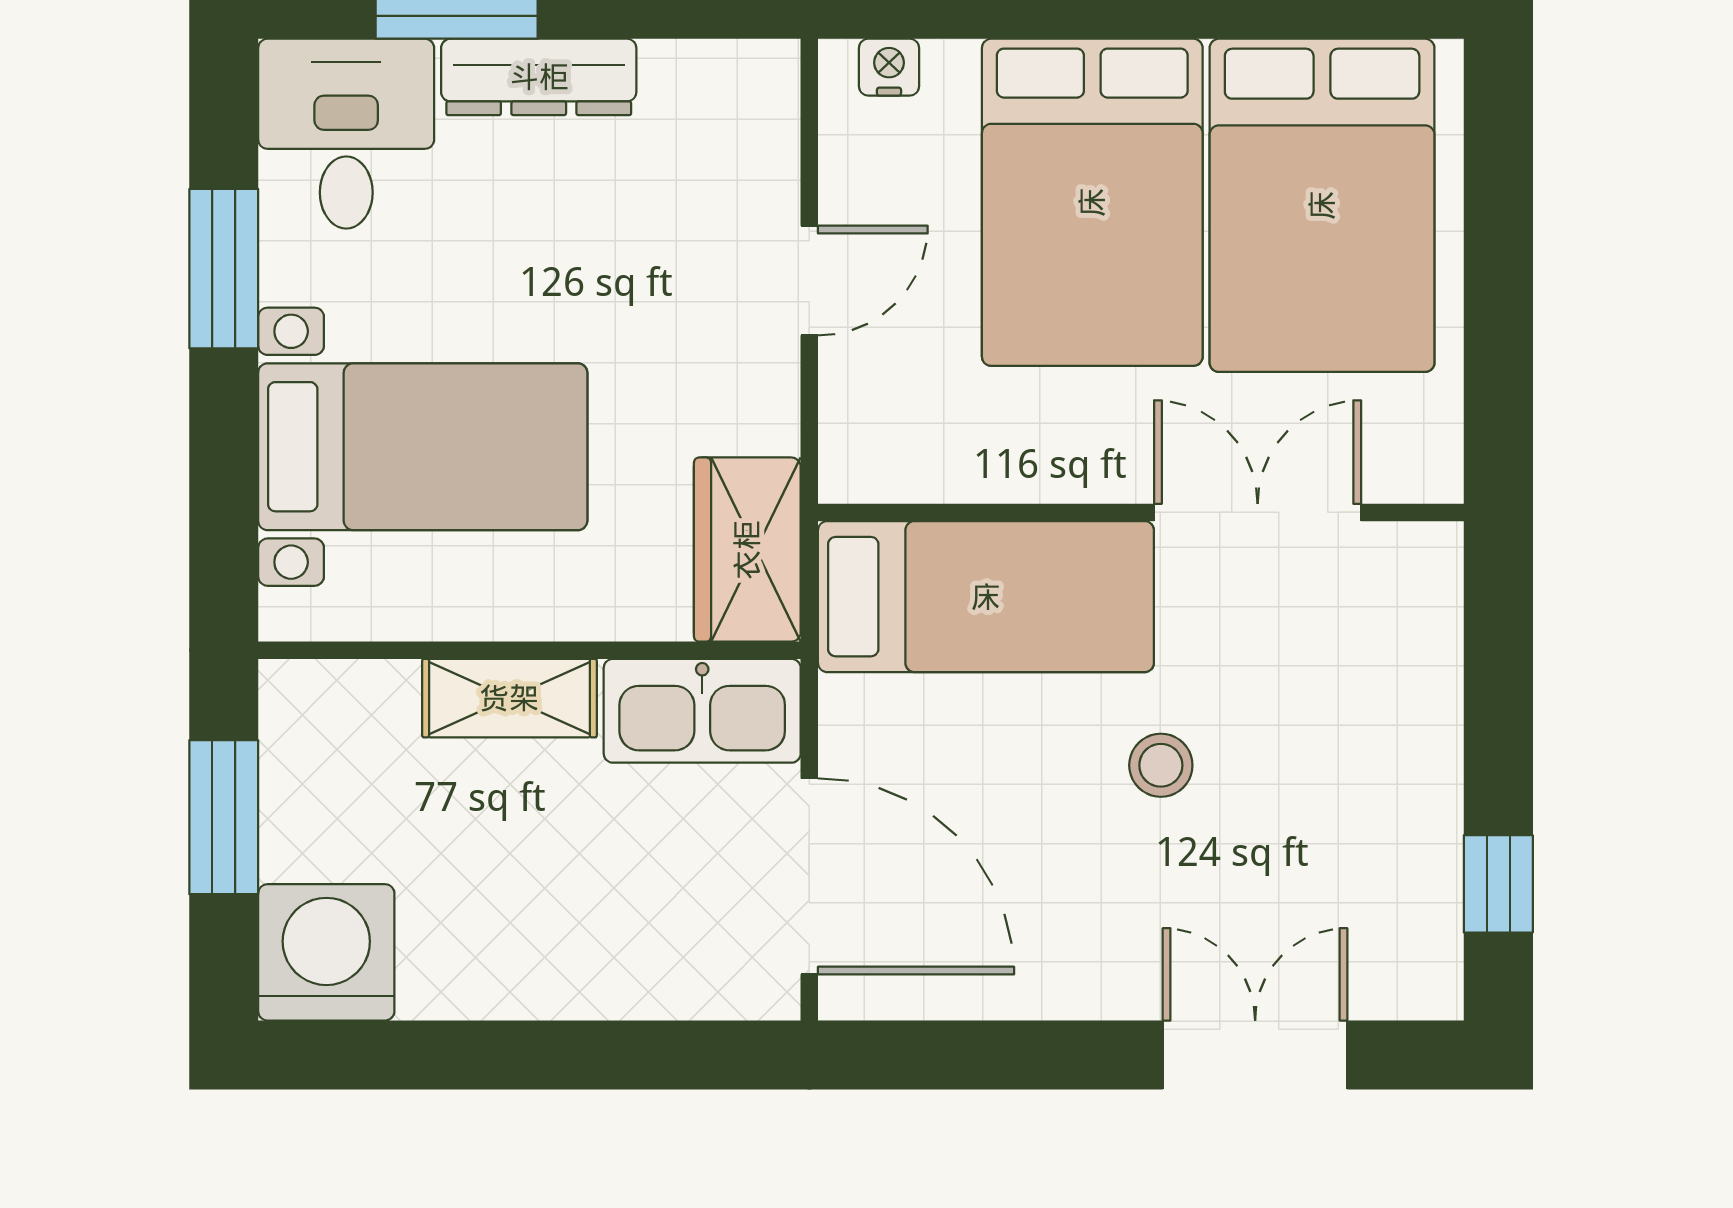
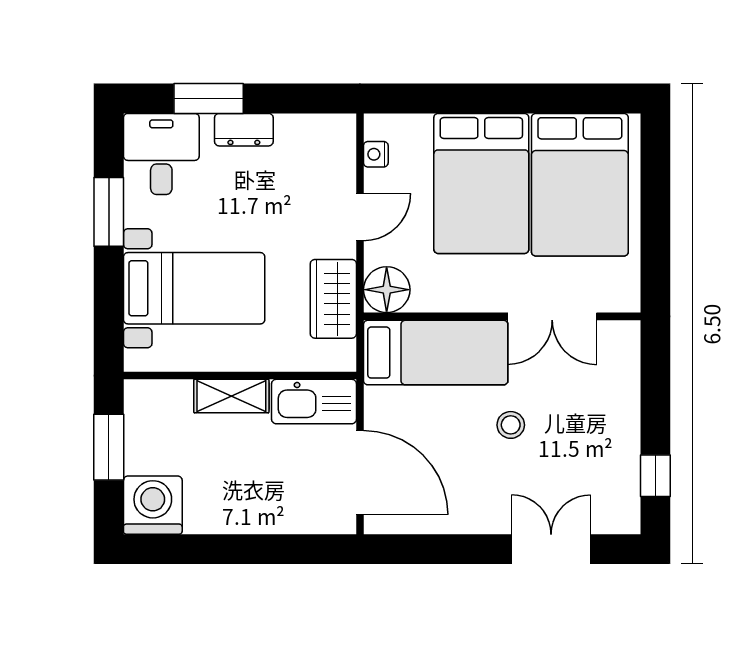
nightstand: (889, 67) -> (376, 154), moved, turned -90
dresser: (539, 77) -> (244, 130), width x0.70
floor lamp: (872, 450) -> (387, 290), added
double door: (1258, 512) -> (552, 316), swing flipped
wardrobe: (747, 550) -> (333, 299), moved

